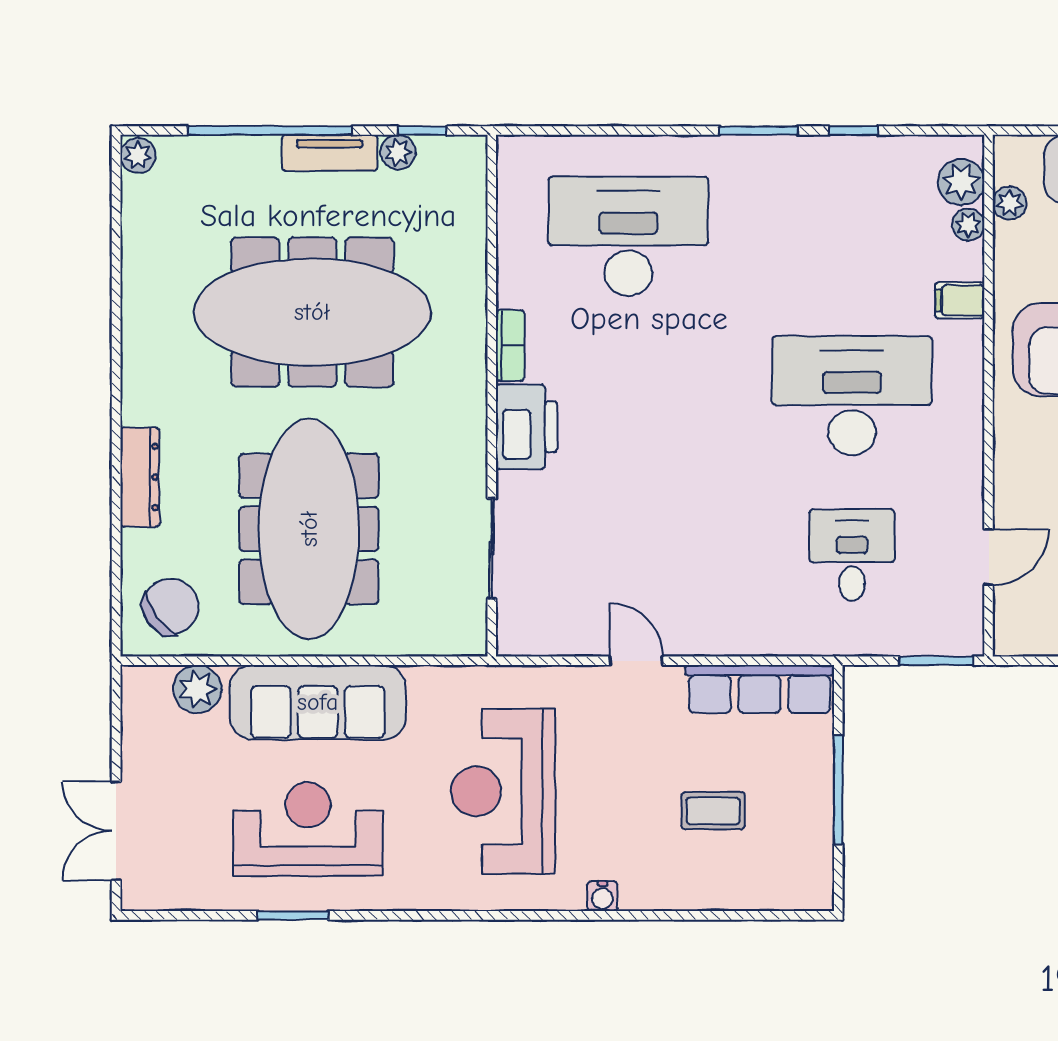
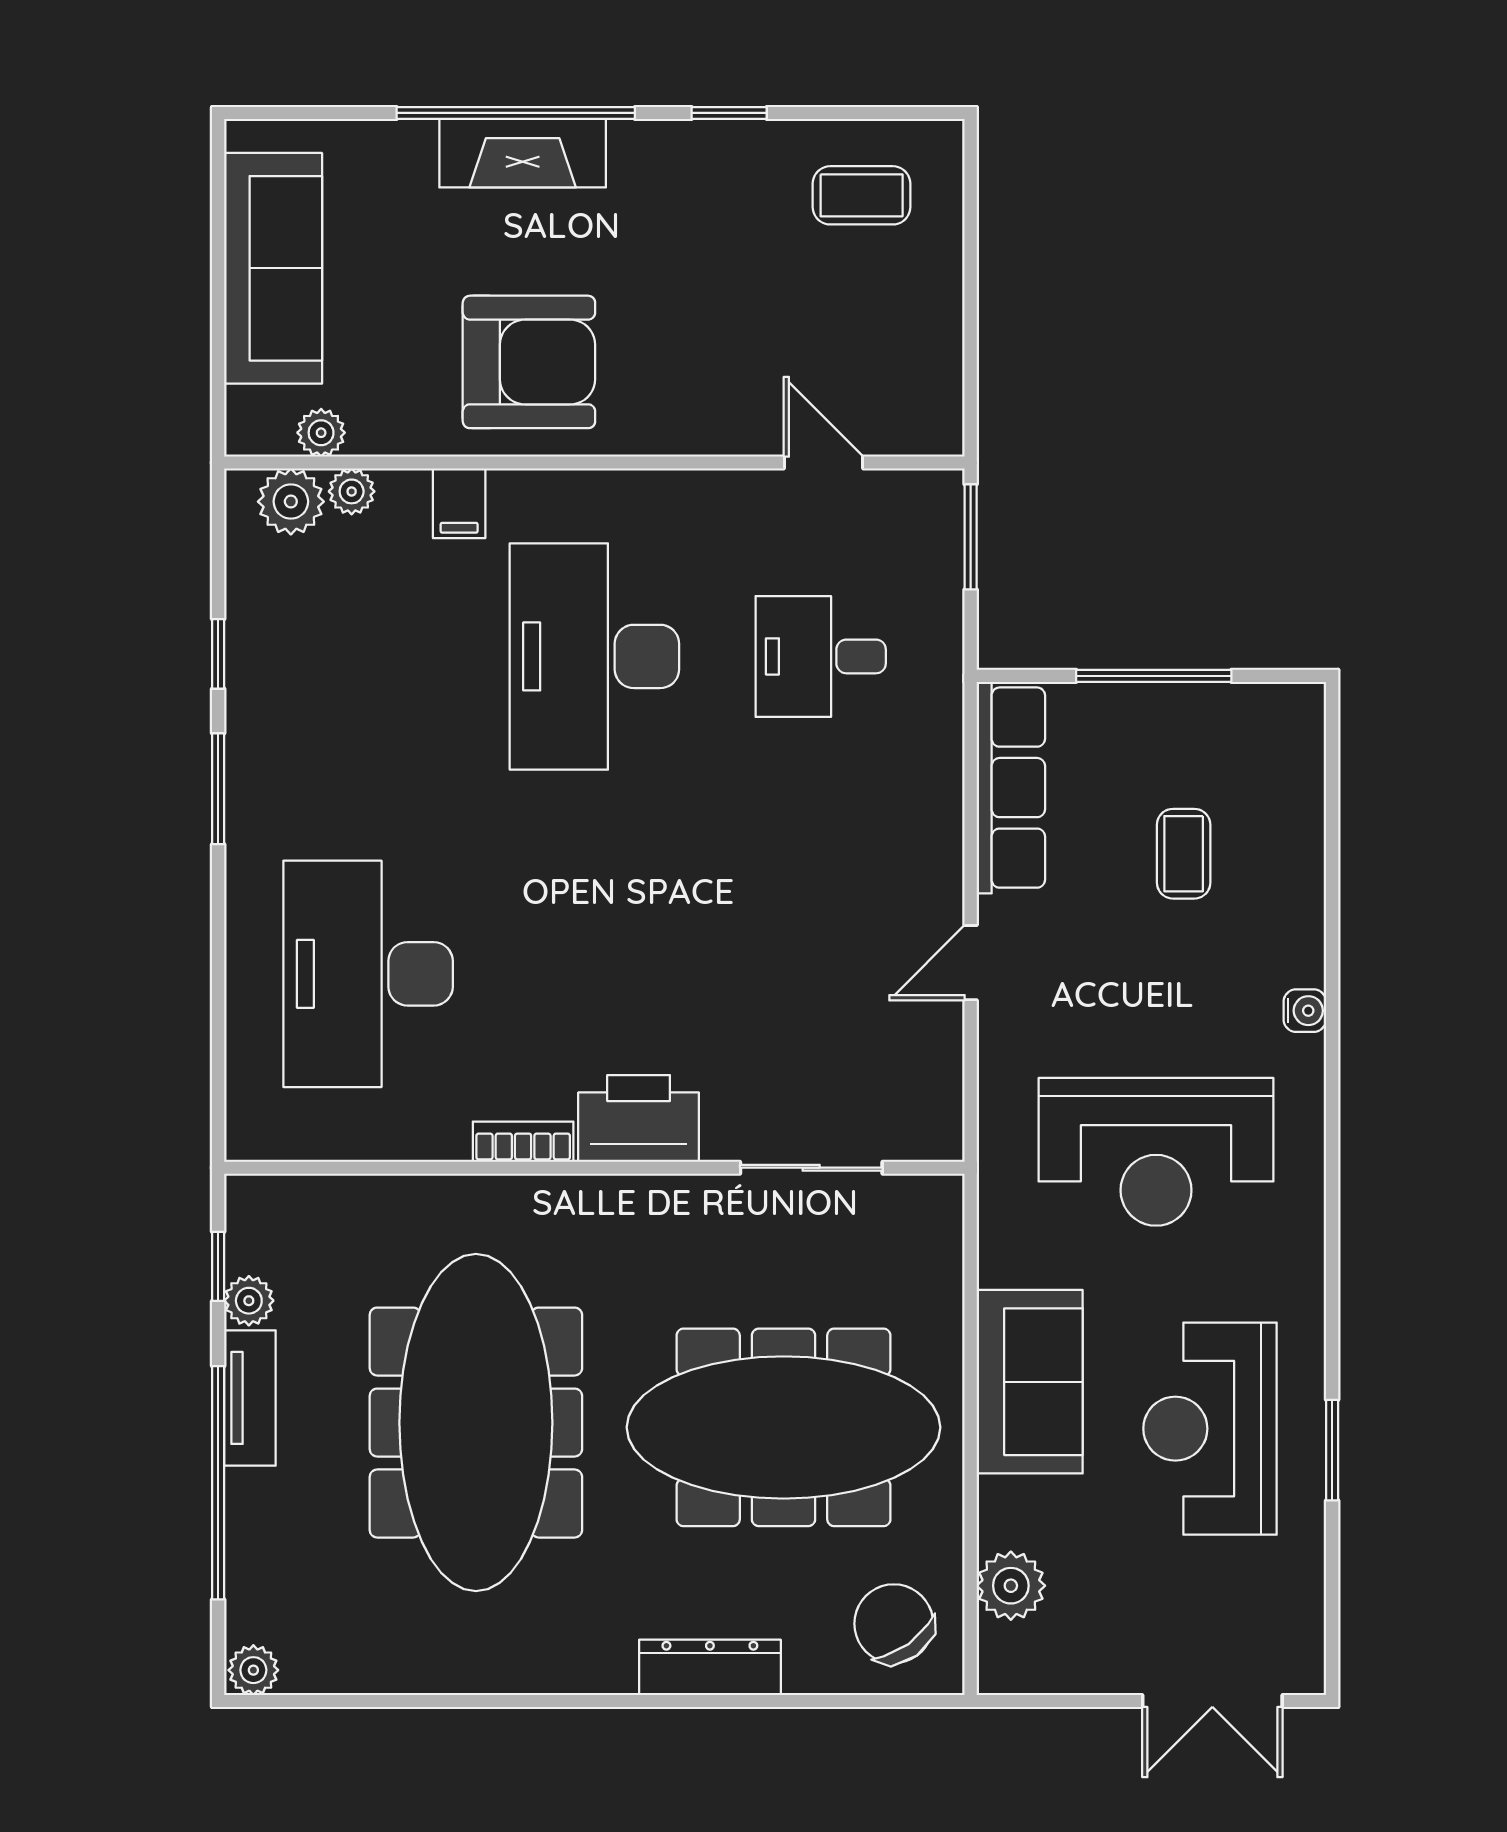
sofa: (318, 702) -> (1030, 1382), width x0.73

